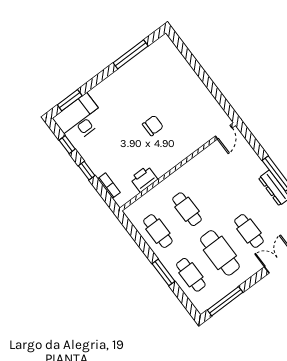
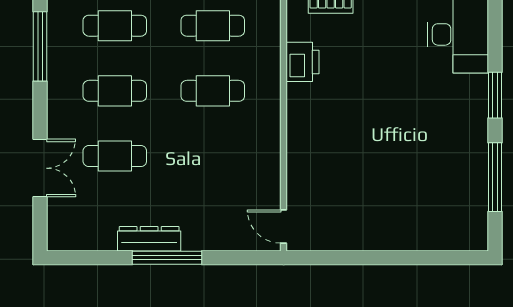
window: (70, 100) -> (495, 95), moved
chair: (153, 126) -> (369, 132), removed
cafe table: (220, 253) -> (115, 91), width x0.73, depth x0.74

